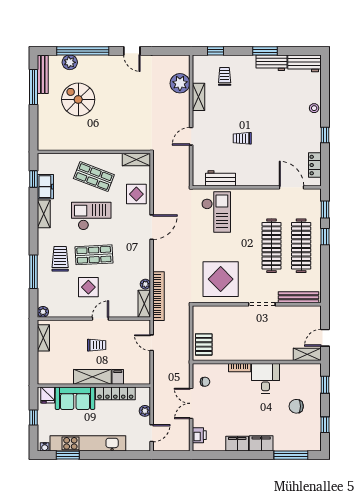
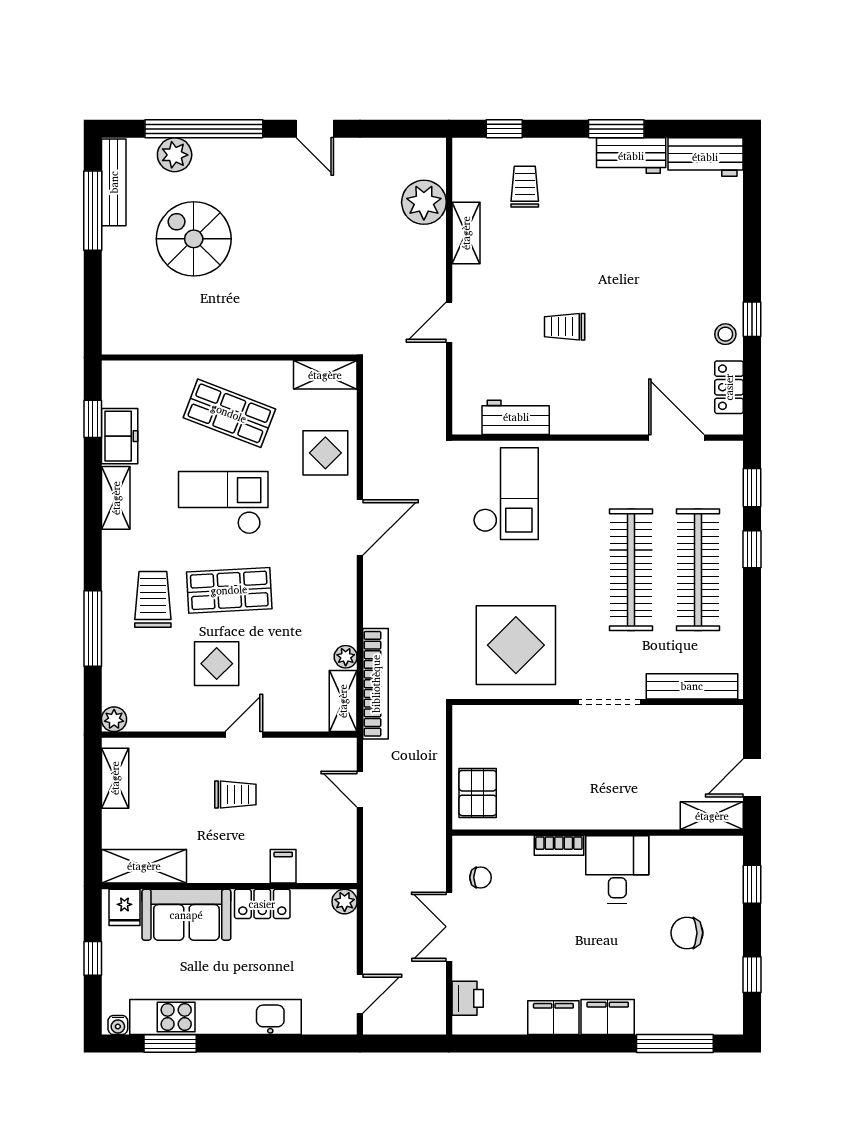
stool: (314, 108) -> (725, 334), moved
shelving: (92, 377) -> (144, 866), moved
locker: (115, 393) -> (262, 904), width x0.66
plant: (145, 411) -> (345, 902), moved

